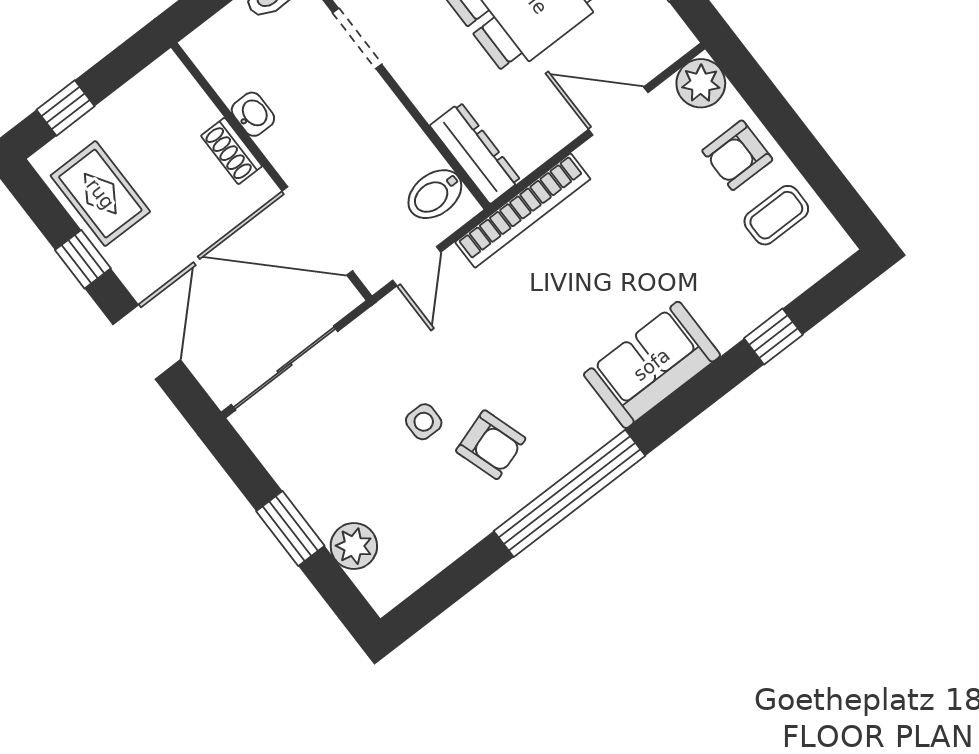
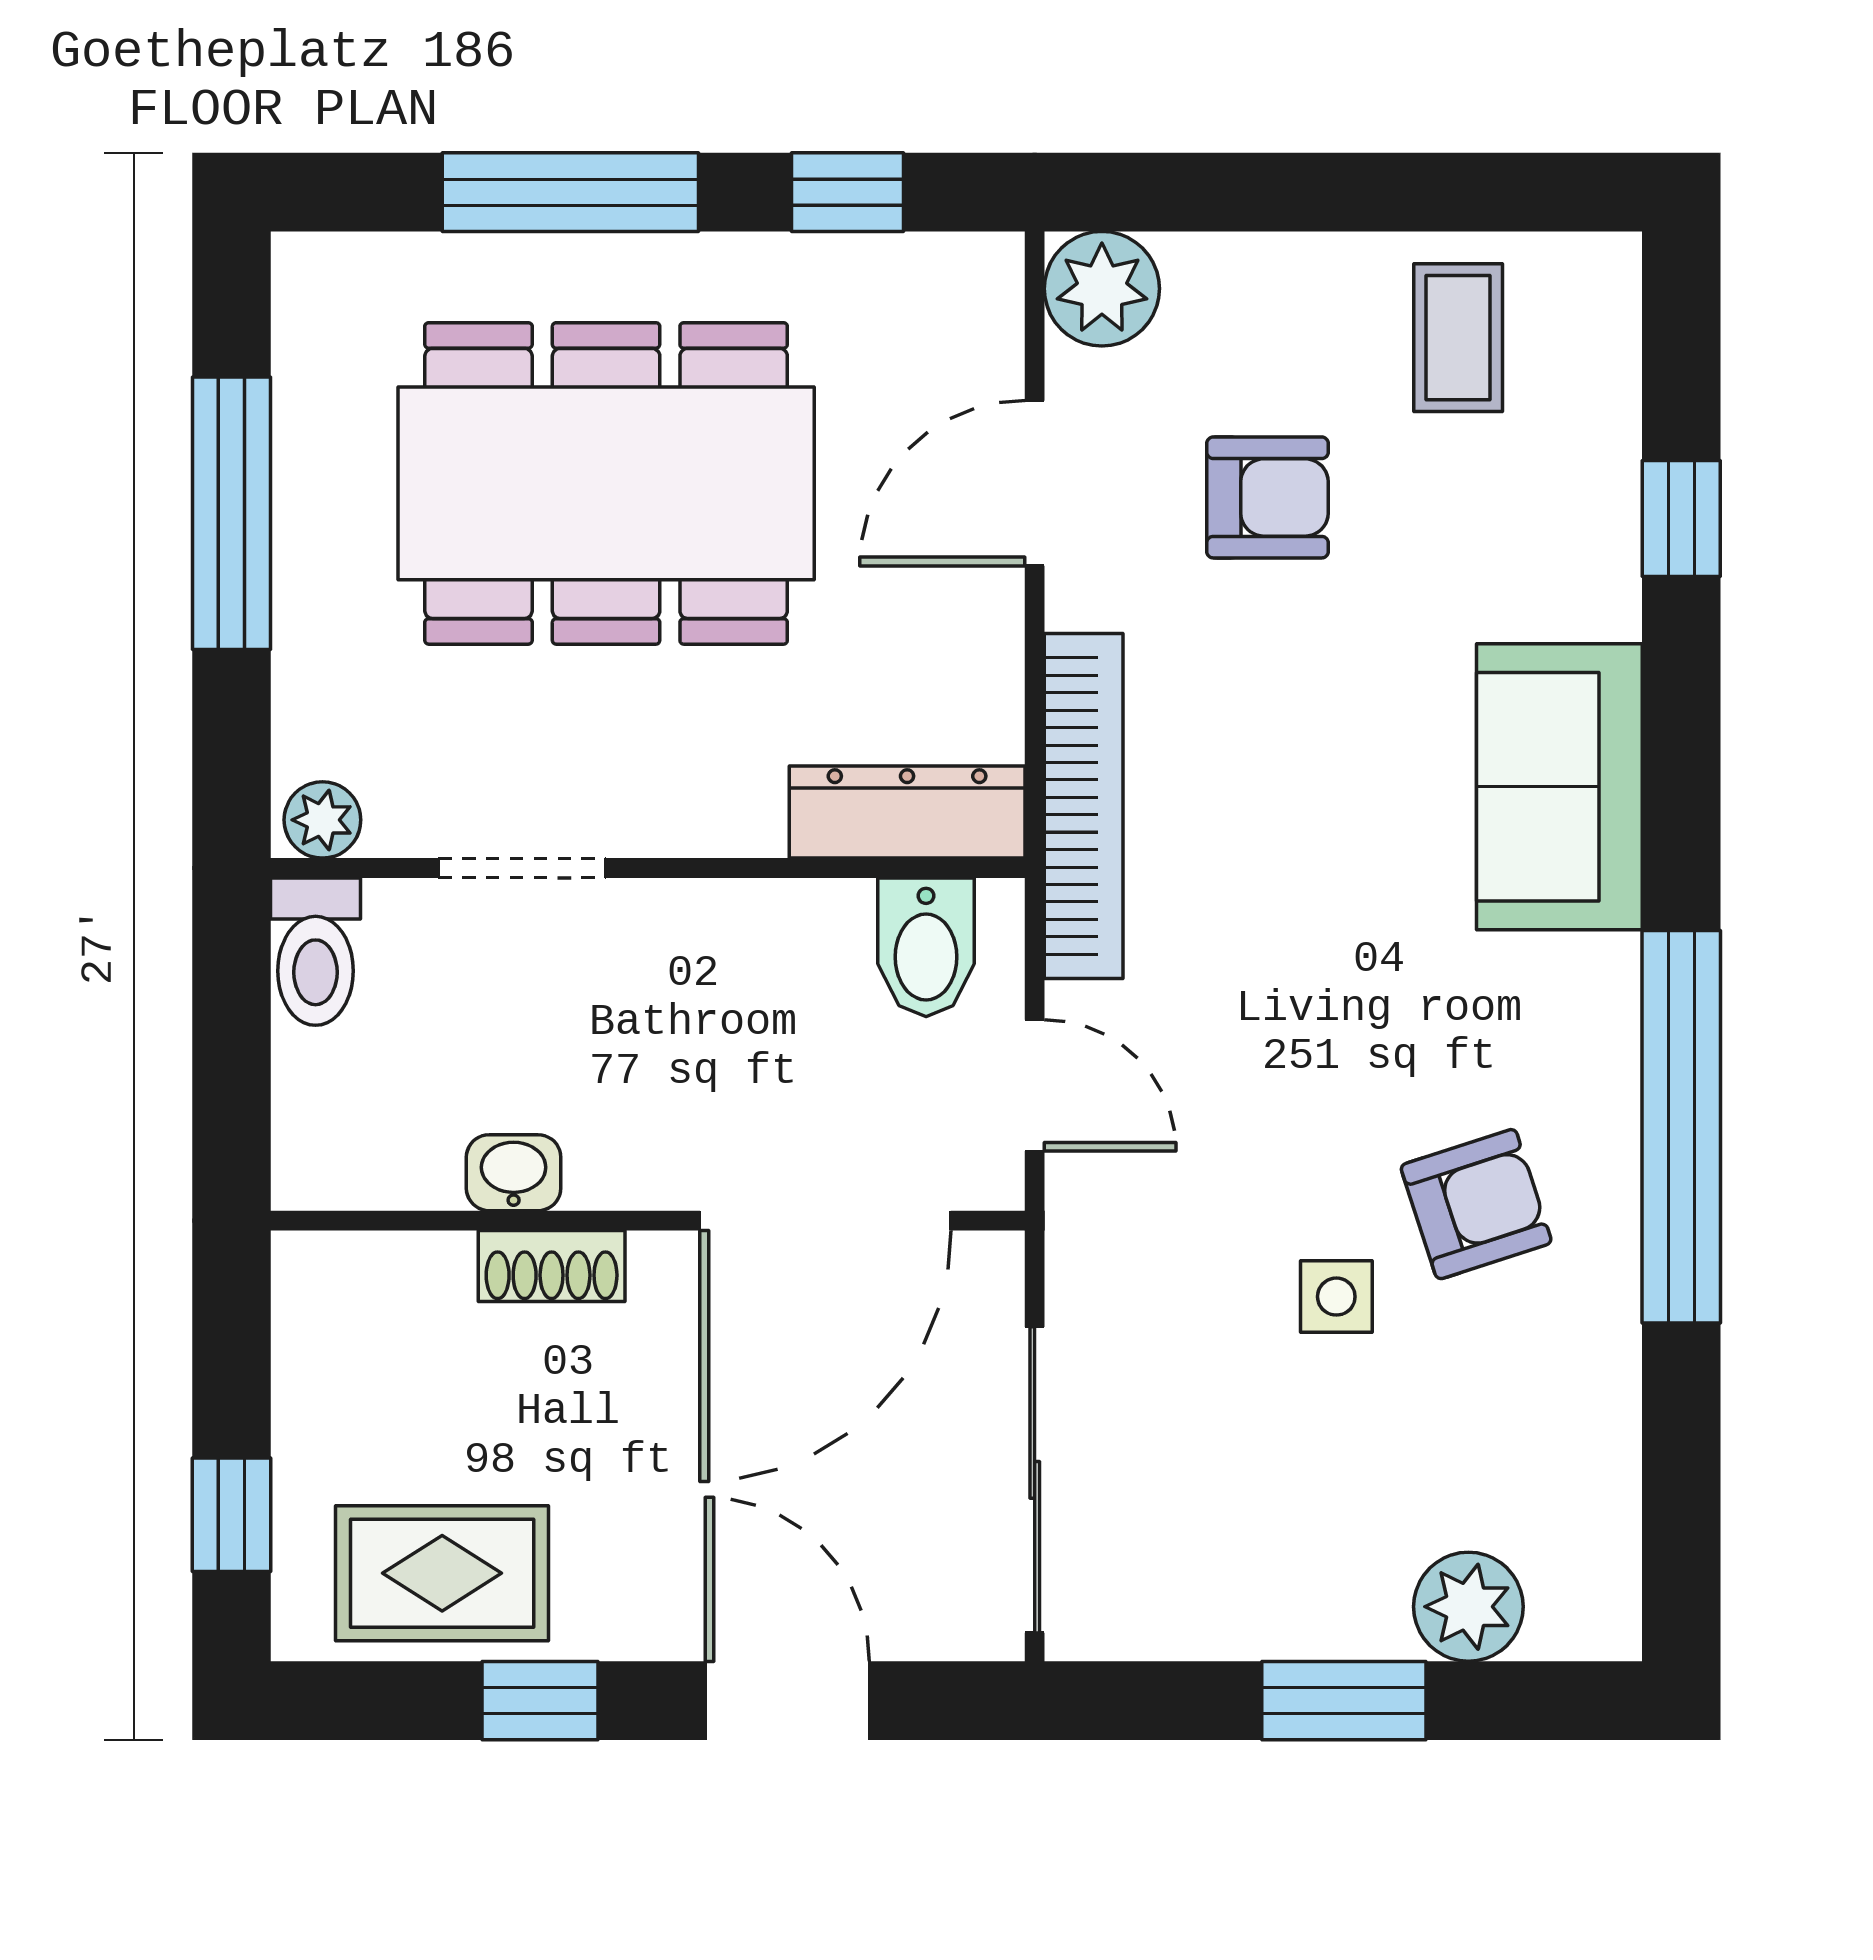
armchair: (737, 155) -> (1267, 497), moved, turned -90

